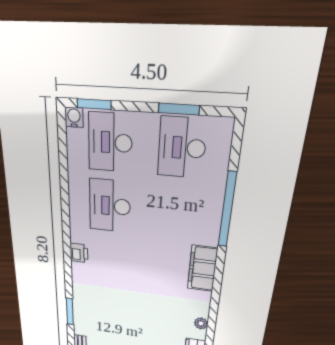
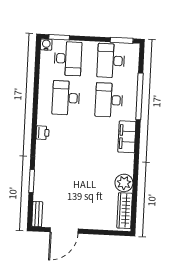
window: (179, 109) -> (122, 40), moved
desk: (110, 142) -> (68, 59), turned 180
desk: (177, 213) -> (109, 100), added
plant: (201, 323) -> (124, 183), width x1.87, depth x1.87

